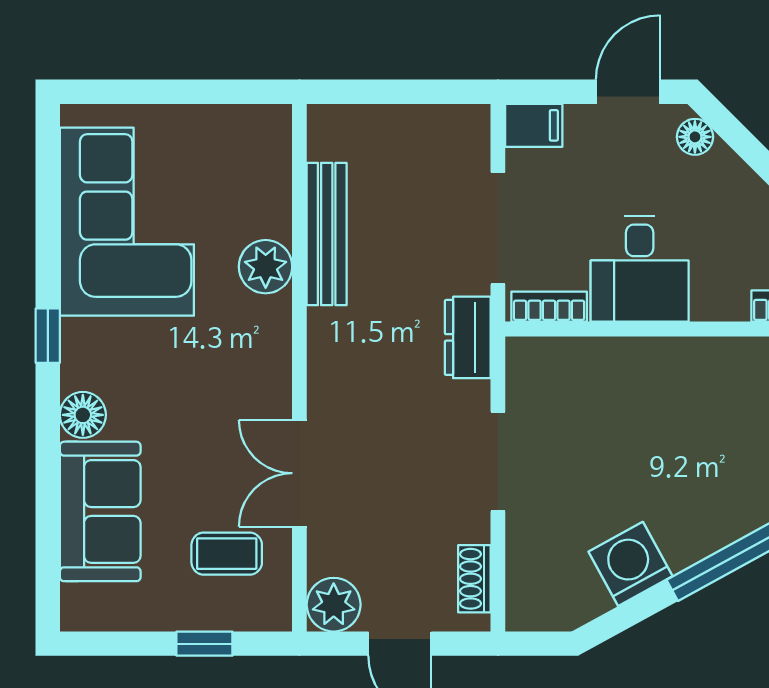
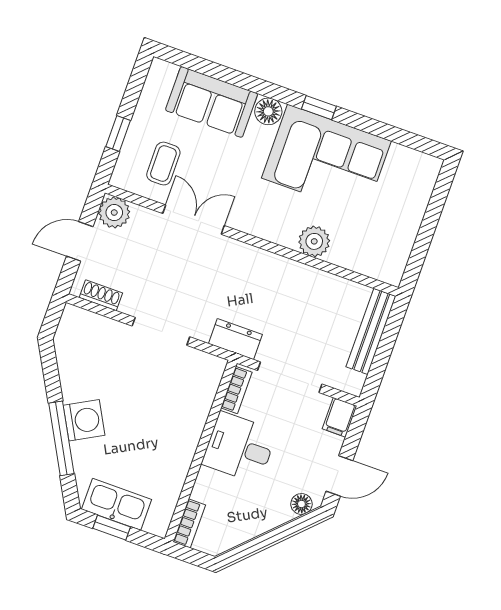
door: (628, 92) -> (339, 476), hinge flipped
corner sofa: (127, 222) -> (326, 159), moved
bench: (327, 234) -> (371, 332), moved, turned 90
washing machine: (631, 564) -> (84, 420), moved

